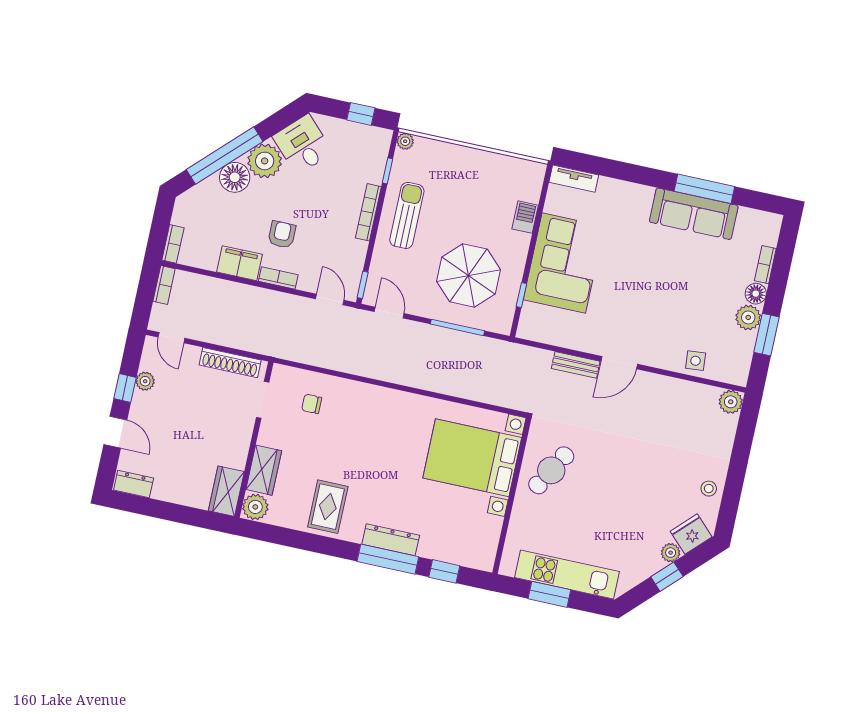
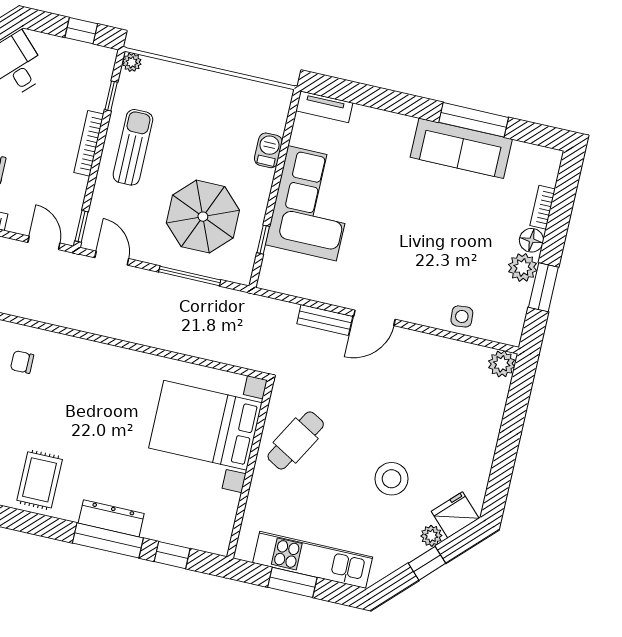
stool: (709, 489) -> (392, 479), moved, width x1.89, depth x1.89

